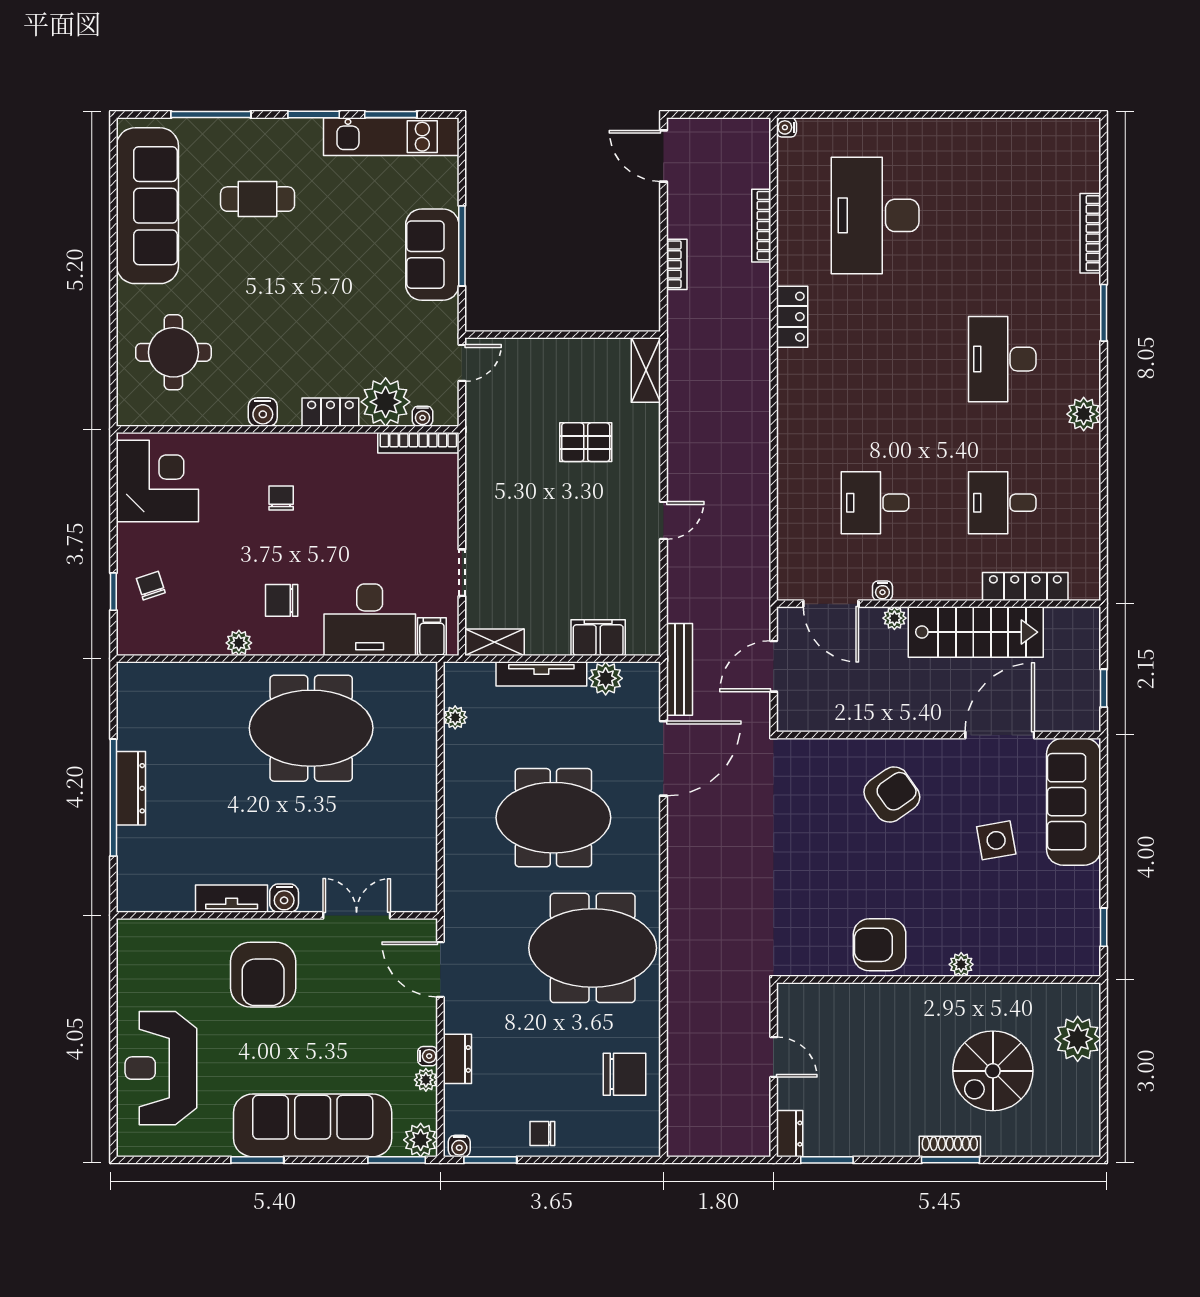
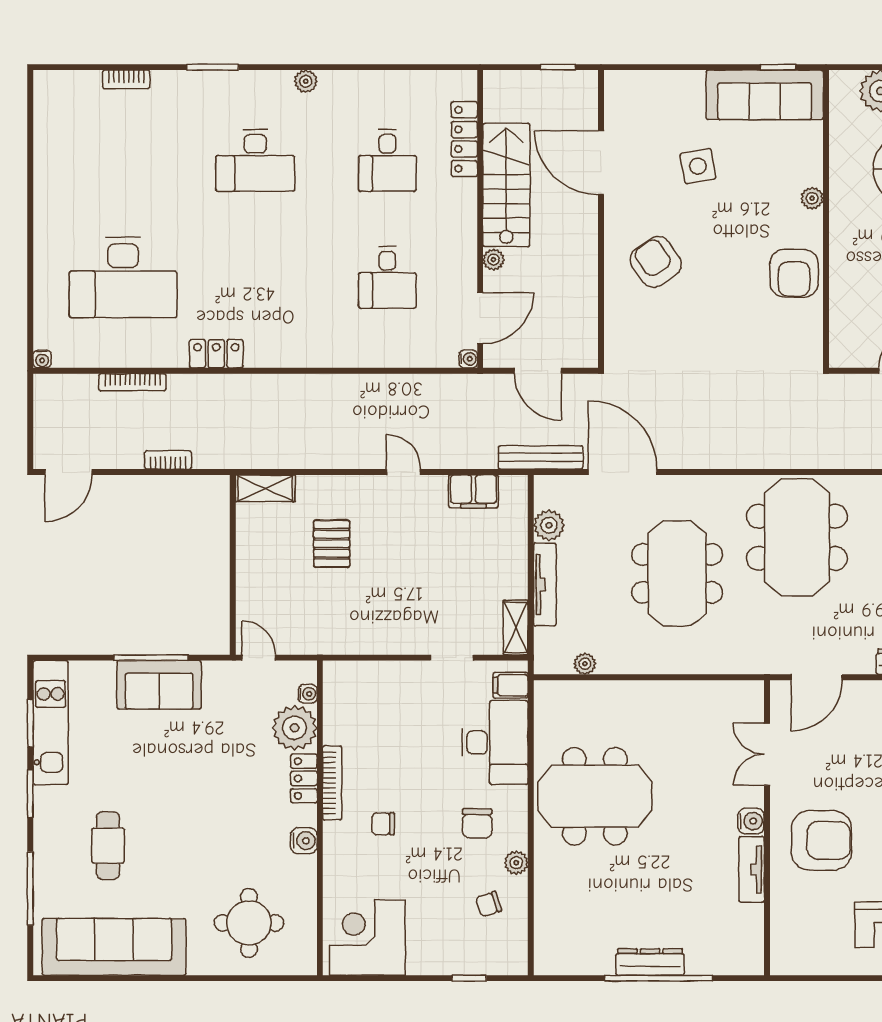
bookcase: (1090, 233) -> (126, 79), width x0.64
plant: (1084, 414) -> (306, 81), width x0.73, depth x0.73
bookcase: (418, 443) -> (332, 783), moved
chair: (151, 586) -> (489, 904), moved
water cooler: (882, 591) -> (468, 359), moved
filing cabinet: (598, 638) -> (474, 491), moved, turned -90
meeting table: (311, 728) -> (595, 796), turned 90
sofa: (1074, 802) -> (765, 95), moved

